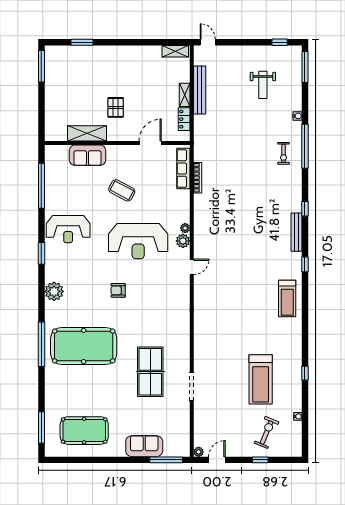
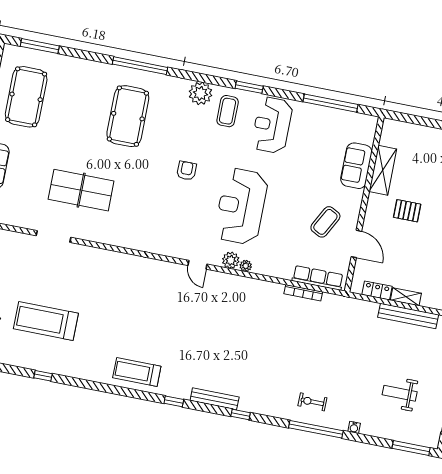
coffee table: (122, 190) -> (325, 222), moved
coffee table: (64, 267) -> (228, 111), added
pool table: (84, 346) -> (128, 116), width x0.73, depth x0.76

